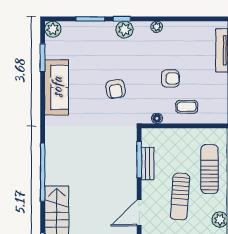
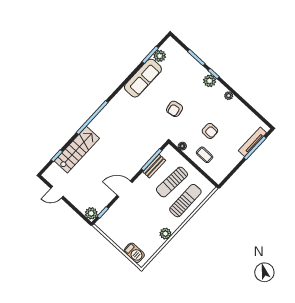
plant: (53, 29) -> (160, 56), moved
sun lounger: (180, 197) -> (172, 182), moved

